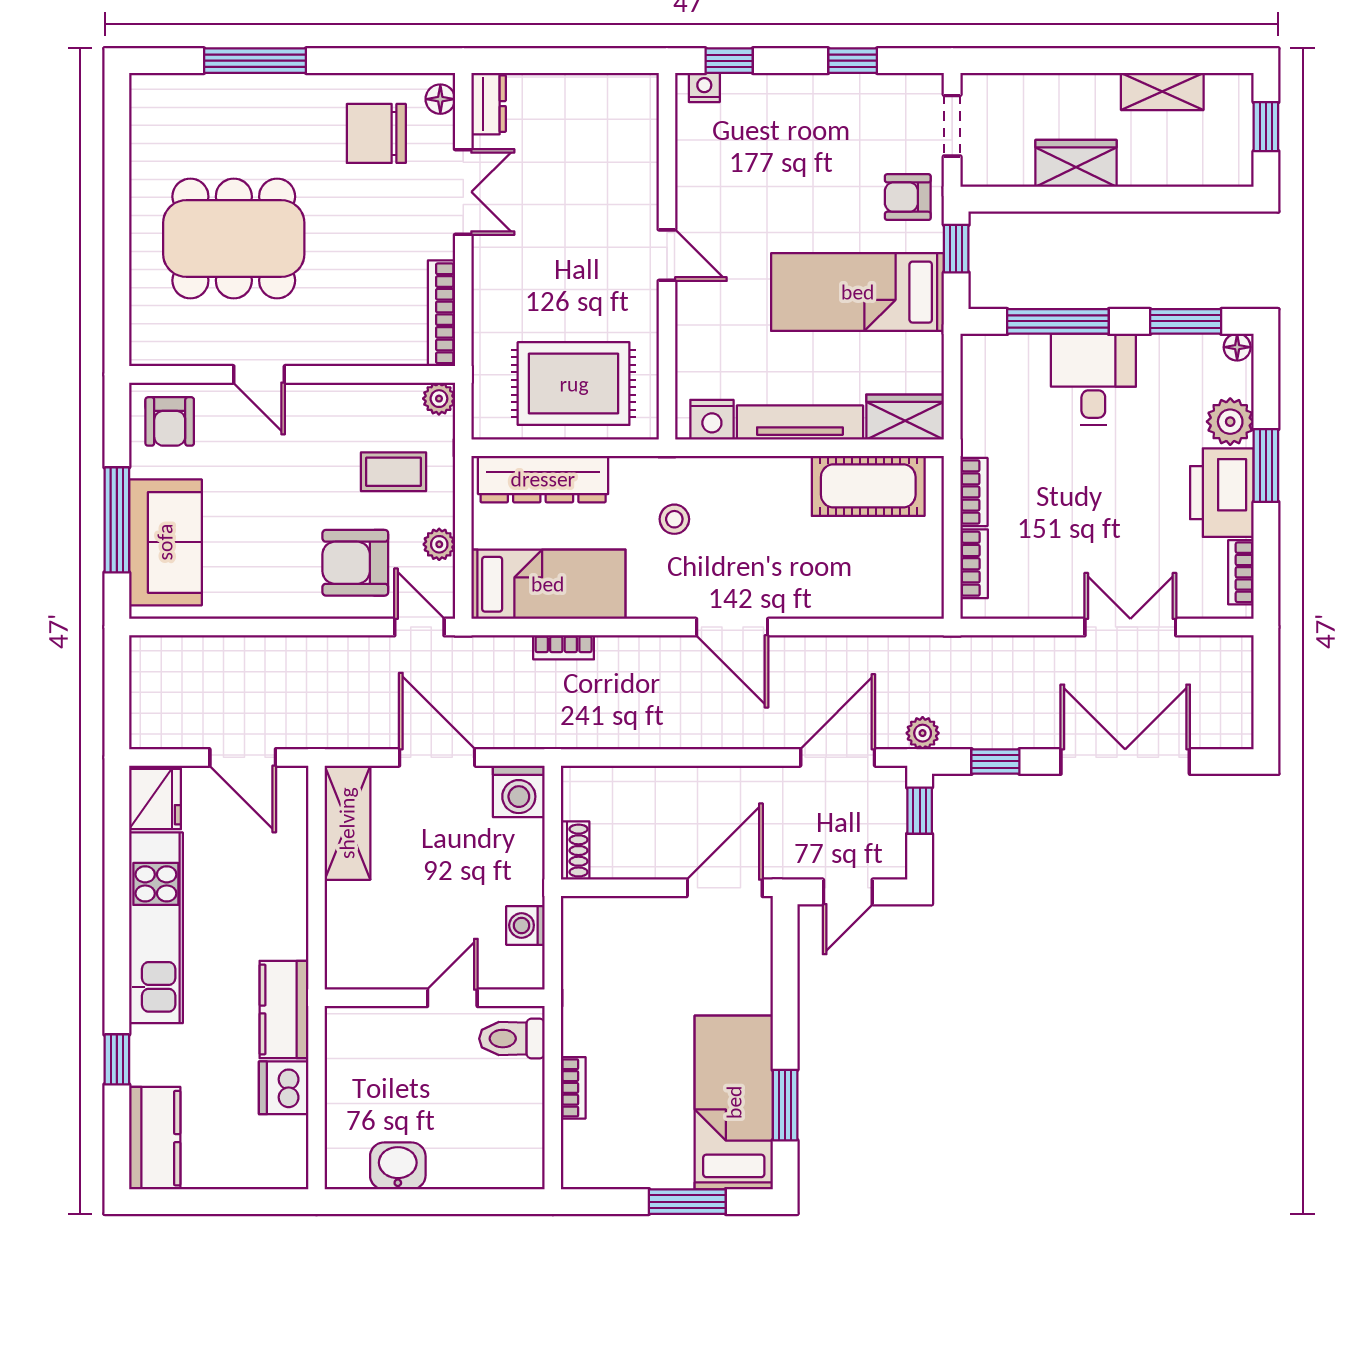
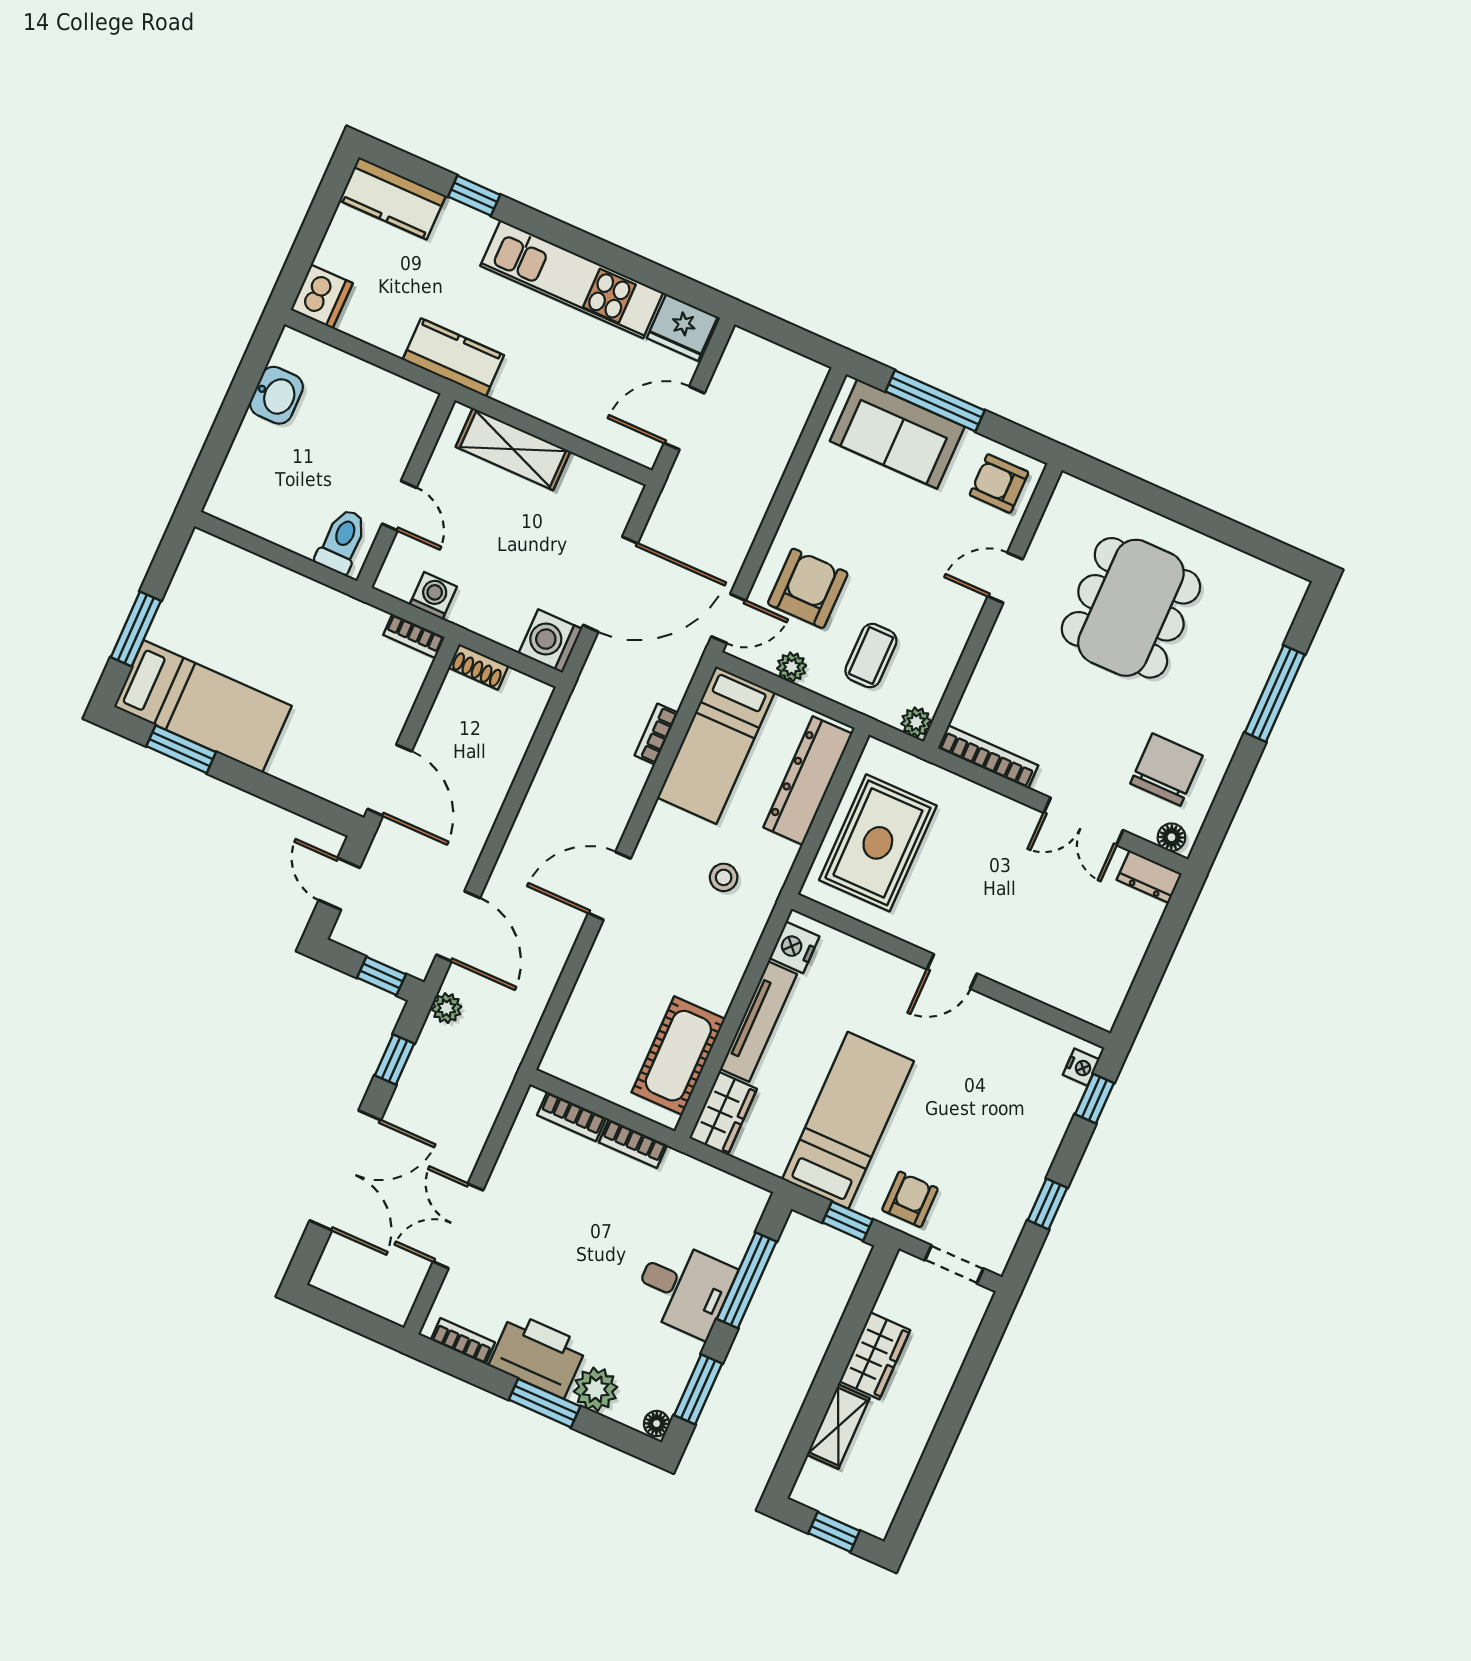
shelving: (1162, 91) -> (838, 1427), moved
double door: (1130, 627) -> (458, 1226), swing flipped
door: (437, 757) -> (610, 584), width x1.36
shelving: (347, 823) -> (513, 449), moved
dishwasher: (284, 1088) -> (322, 296), moved, turned 90
bookcase: (573, 1088) -> (414, 636), moved

